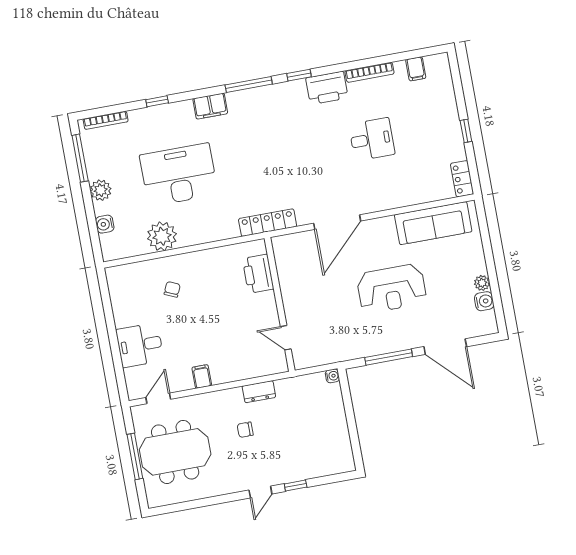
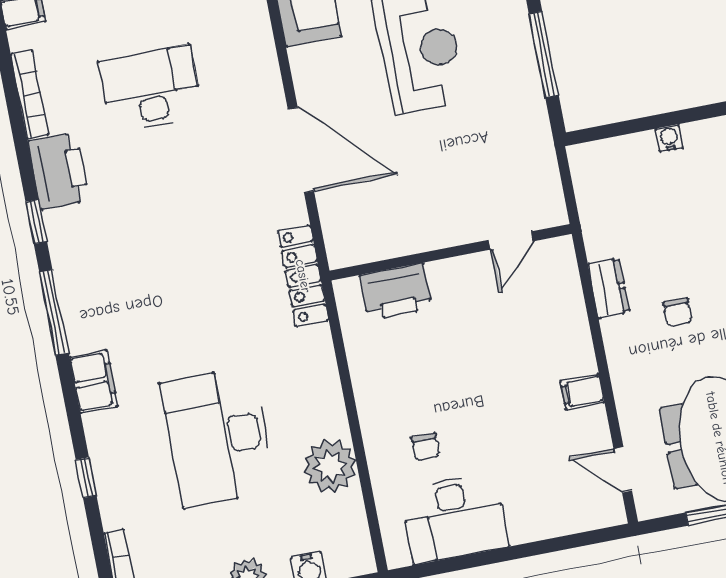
desk: (372, 139) -> (151, 89), width x1.37
chair: (172, 289) -> (425, 447), turned -114
desk: (140, 345) -> (454, 518), moved, width x1.37
water cooler: (332, 376) -> (669, 138), moved

